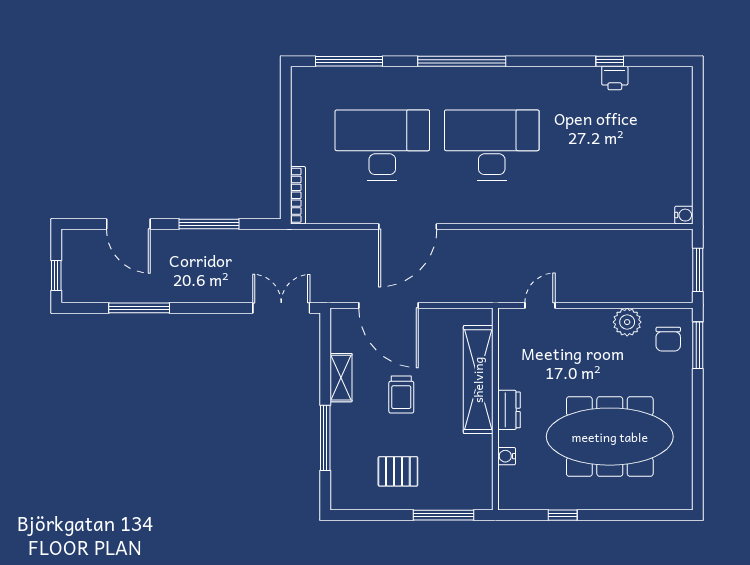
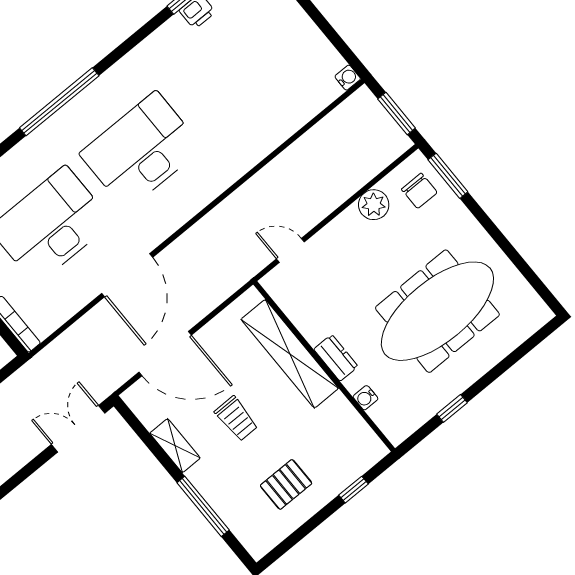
door: (540, 305) -> (290, 250), hinge flipped
window: (443, 515) -> (354, 490), width x0.46

